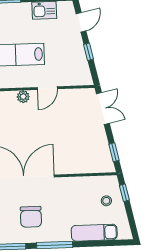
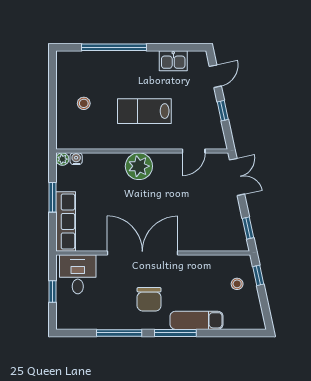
door: (47, 88) -> (194, 151), moved
plant: (23, 97) -> (139, 166), width x1.88, depth x1.88
exam couch: (94, 233) -> (197, 320), moved

